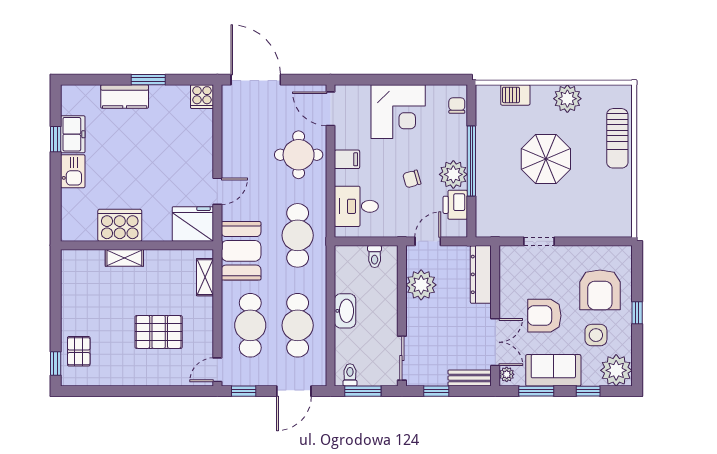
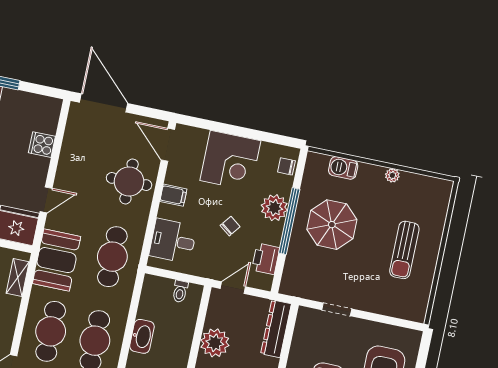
cooker: (202, 97) -> (42, 145), moved, turned 90
plant: (567, 99) -> (392, 175), width x0.53, depth x0.53
chair: (457, 106) -> (286, 166), turned -90
sun lounger: (617, 138) -> (404, 250), moved
parasol: (546, 159) -> (332, 225), moved
plant: (453, 174) -> (274, 208), moved
chair: (412, 179) -> (230, 226), turned 143
plant: (421, 285) -> (215, 343), moved

